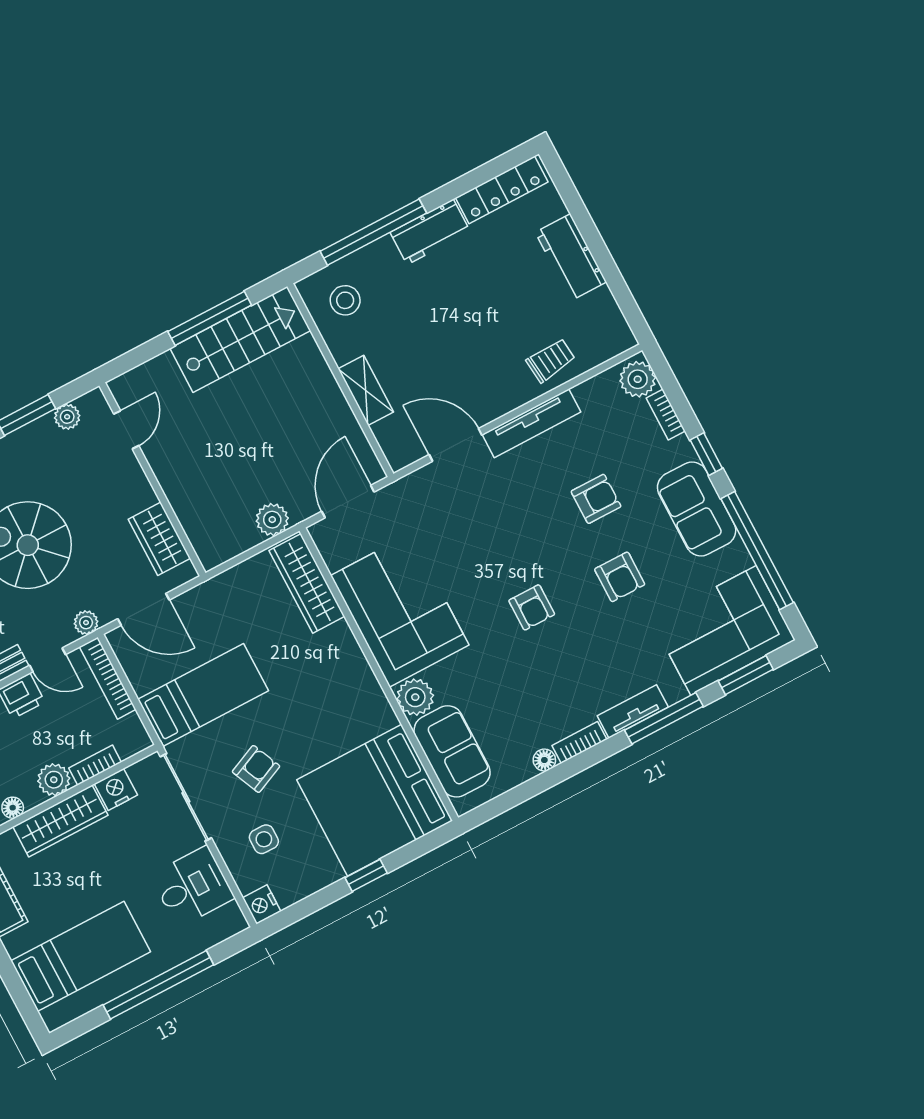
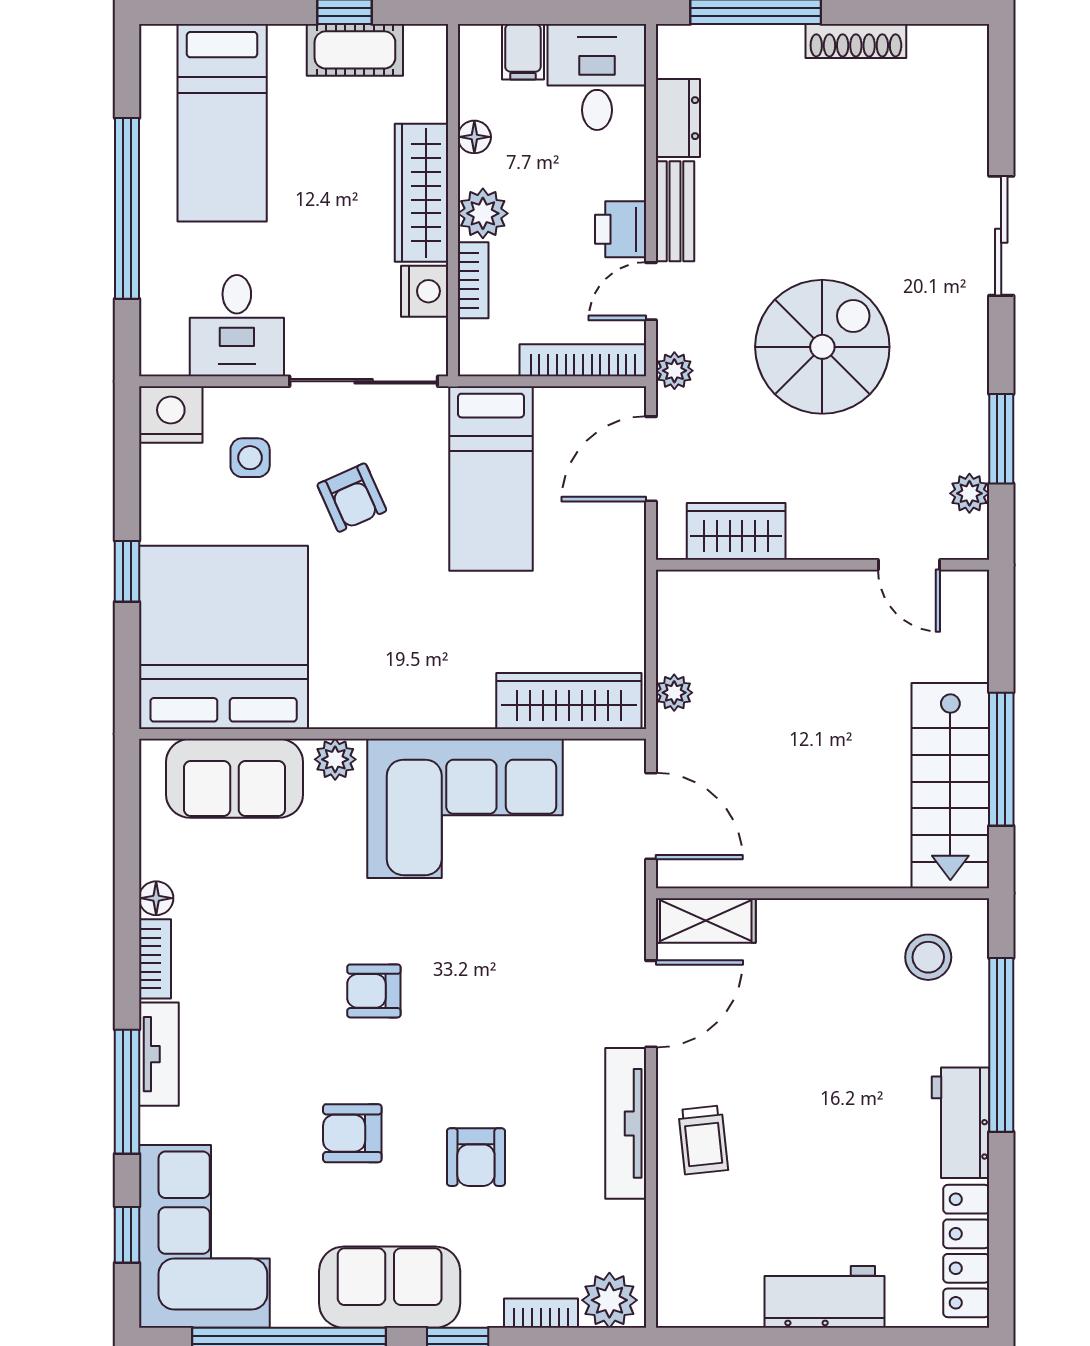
trolley: (551, 360) -> (703, 1140), moved
shelving: (366, 390) -> (706, 920), moved
plant: (272, 520) -> (674, 693), width x0.73, depth x0.73
window: (746, 675) -> (127, 1235), width x0.67
plant: (415, 697) -> (335, 759), width x0.73, depth x0.73
nightstand: (262, 905) -> (171, 415), width x1.36, depth x1.33

